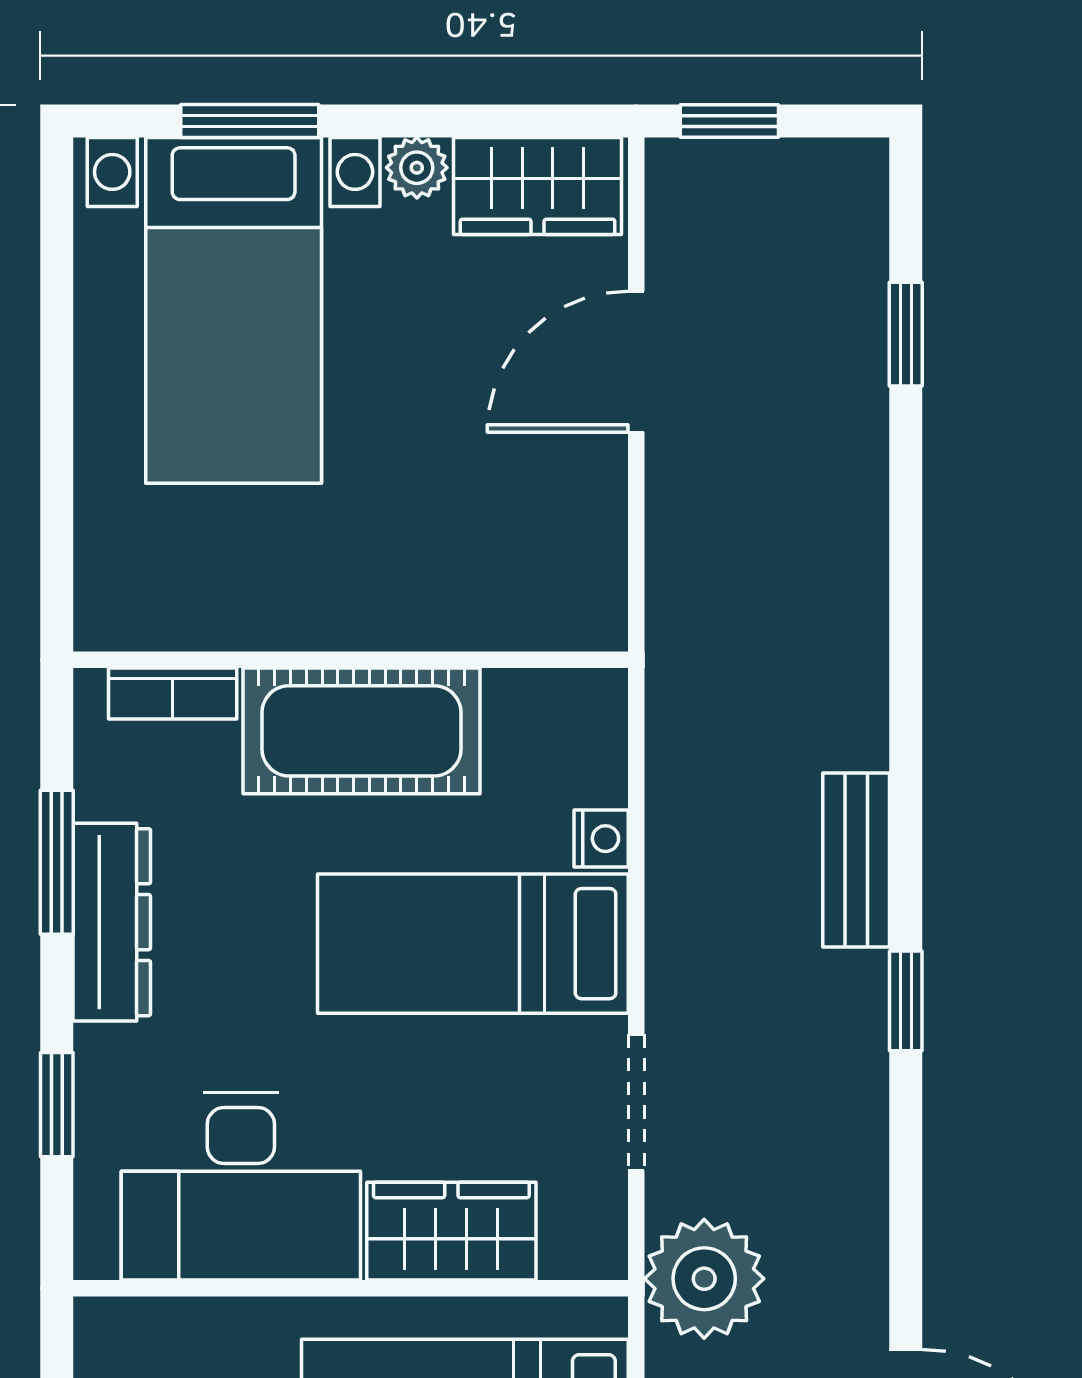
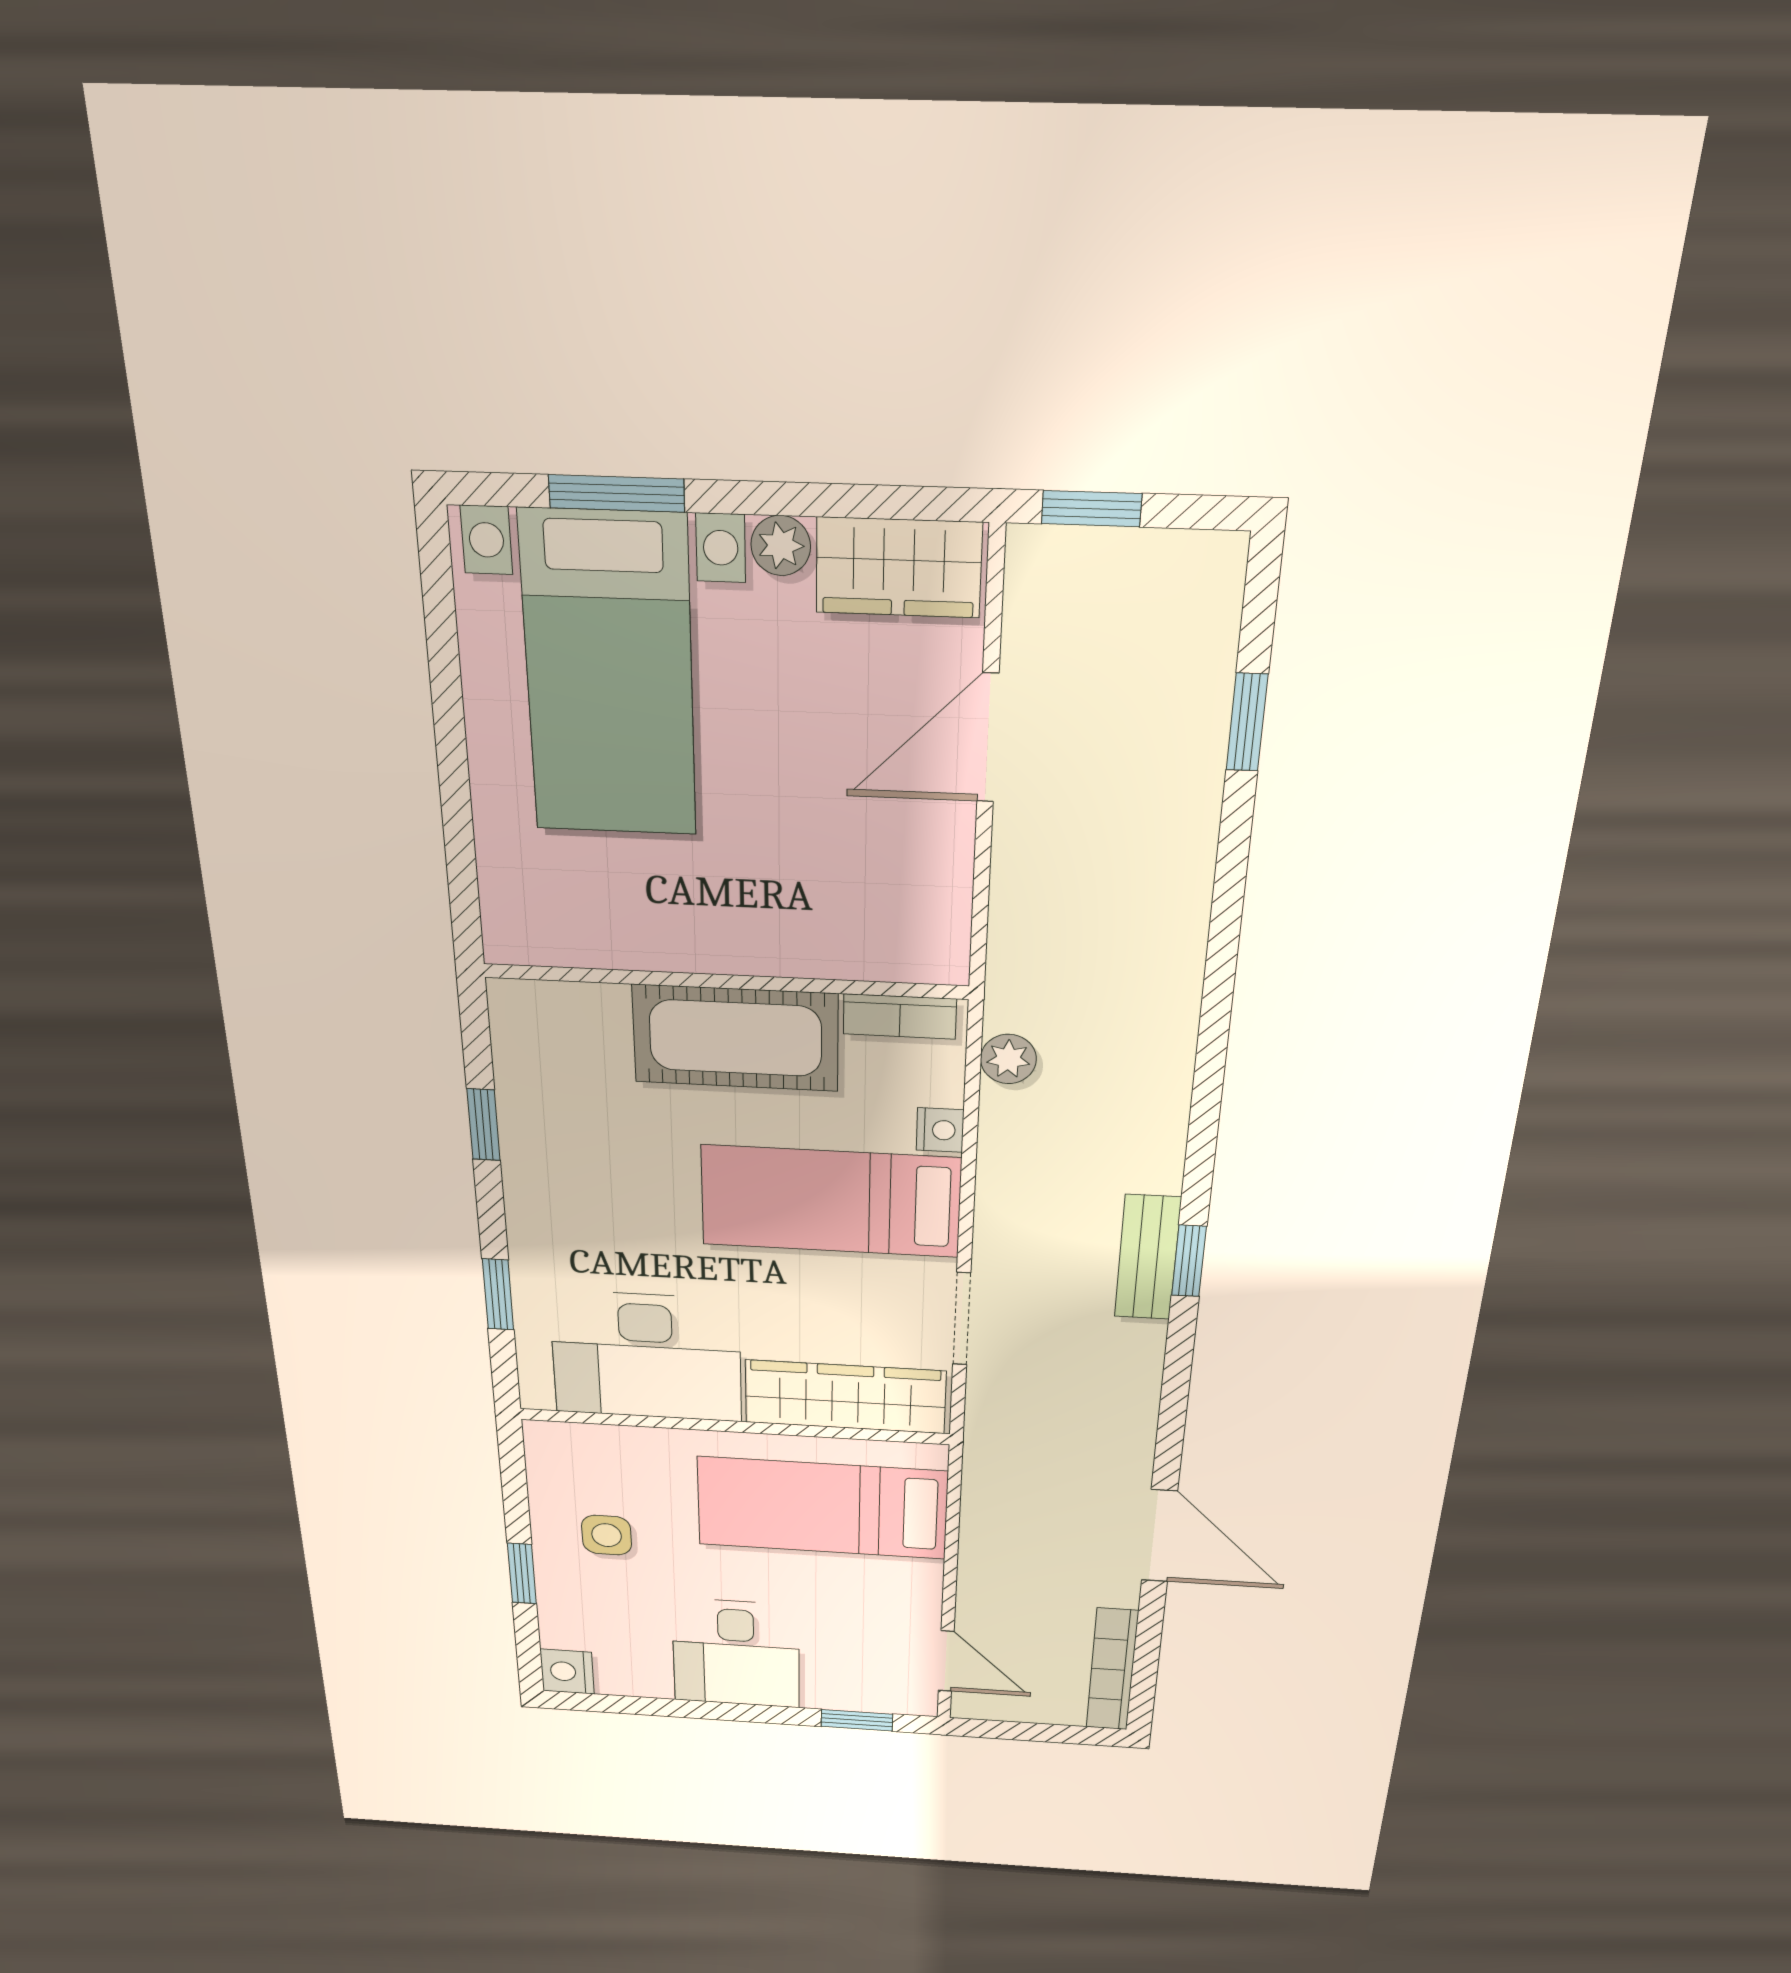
bookcase: (173, 694) -> (900, 1016), moved
bench: (856, 860) -> (1148, 1257), moved
window: (57, 862) -> (484, 1125), width x0.67
dresser: (112, 922) -> (532, 1170), removed
wardrobe: (451, 1231) -> (845, 1397), width x1.50
plant: (704, 1279) -> (1008, 1059), moved, width x0.53, depth x0.53

